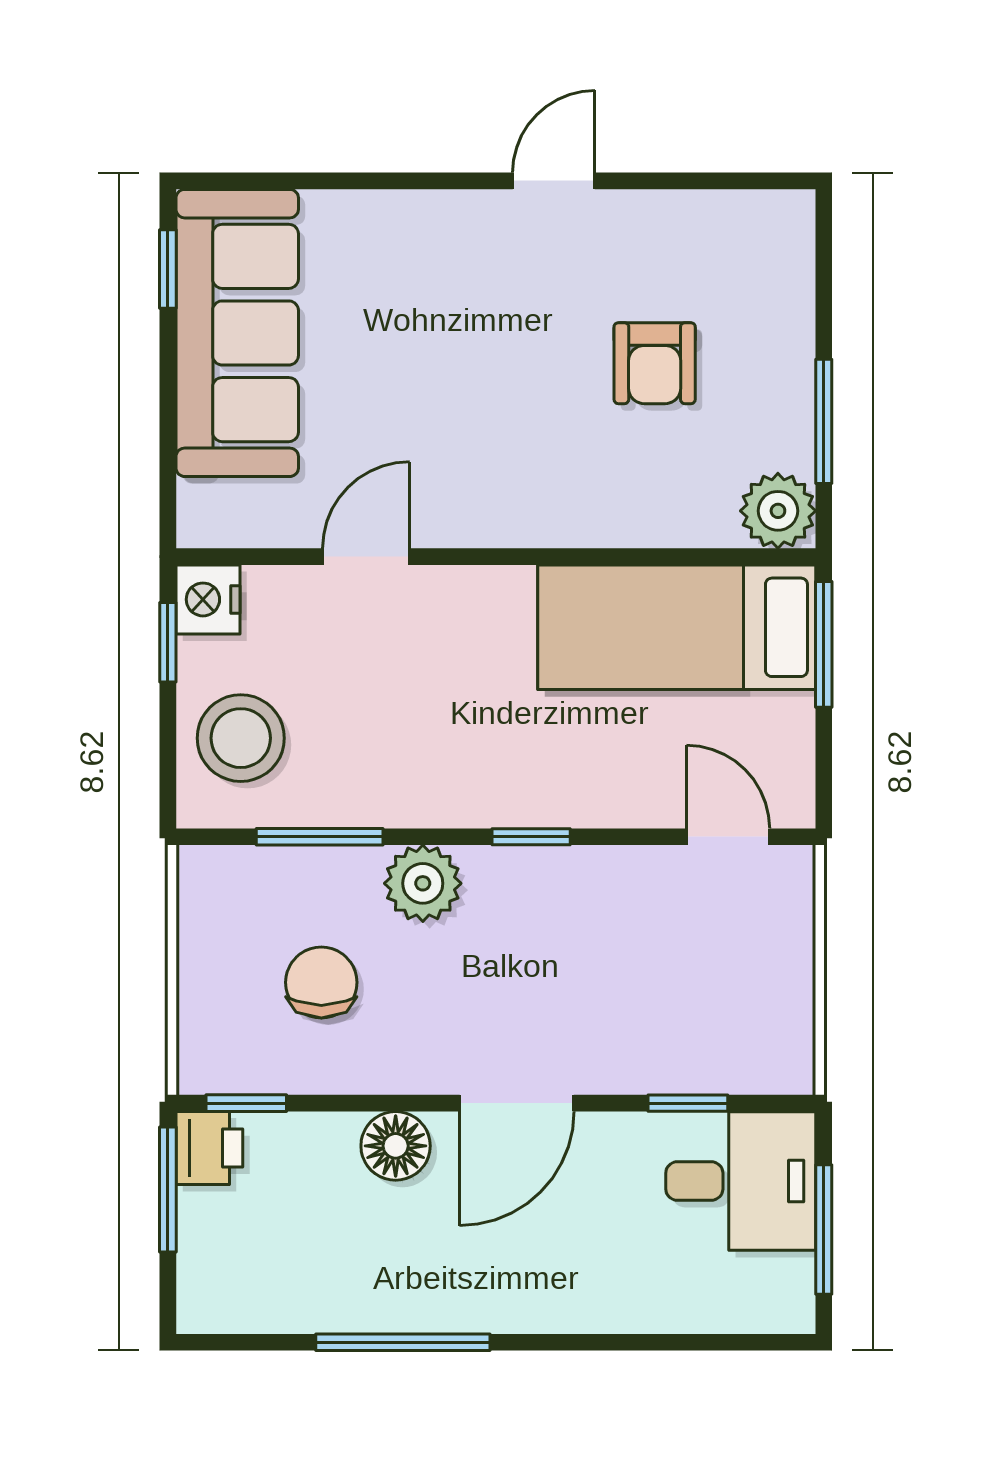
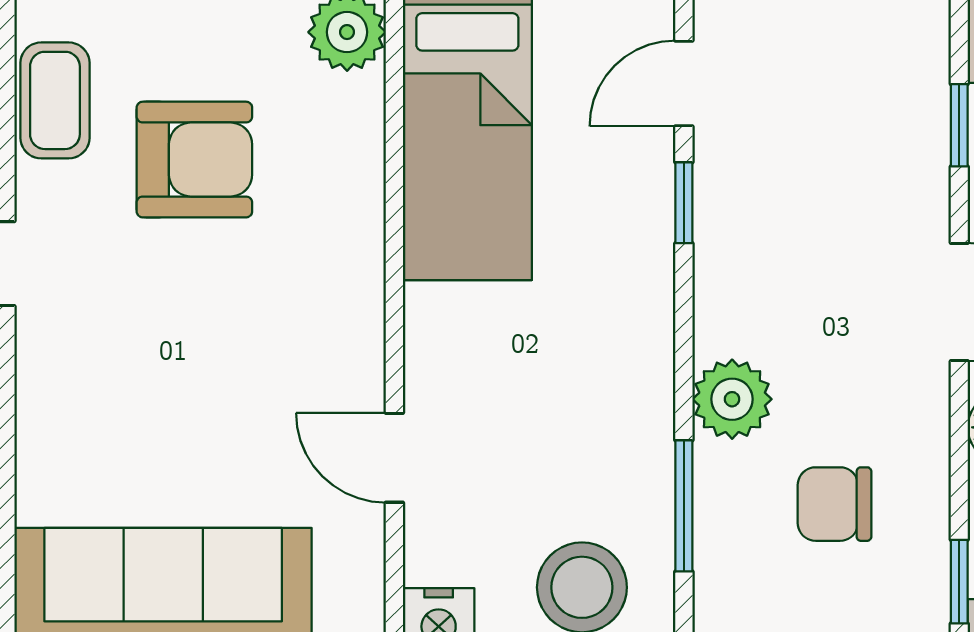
coffee table: (712, 228) -> (55, 100), added
armchair: (655, 363) -> (194, 160), width x1.38, depth x1.38
window: (531, 837) -> (684, 203), moved

